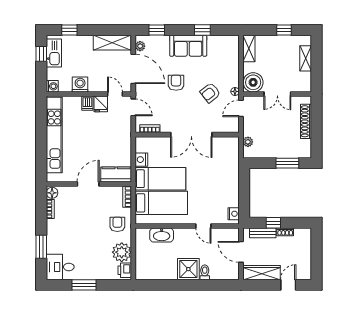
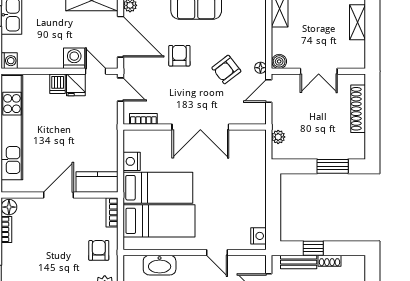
boiler: (253, 82) -> (279, 61), width x0.54, depth x0.54
washing machine: (80, 85) -> (74, 58), moved

